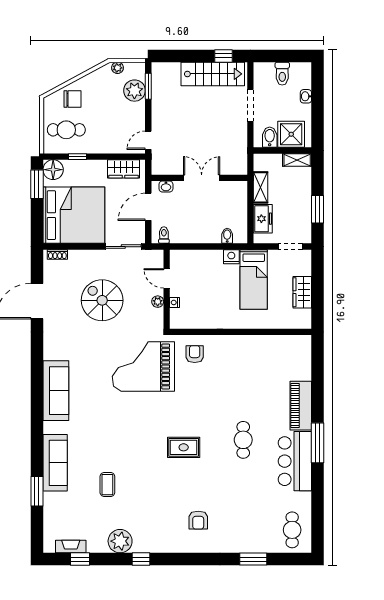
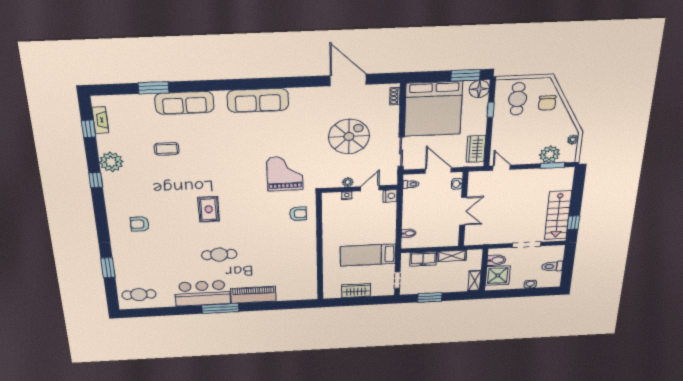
nightstand: (231, 257) -> (390, 196), moved
grand piano: (143, 367) -> (285, 174), width x0.73, depth x0.68

